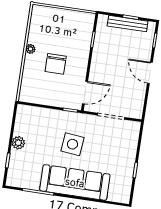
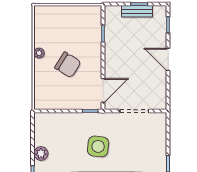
bench: (128, 24) -> (137, 11), width x0.73
chair: (56, 64) -> (68, 65), turned -58

